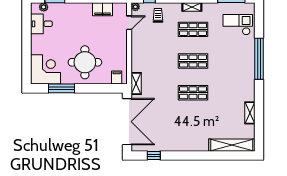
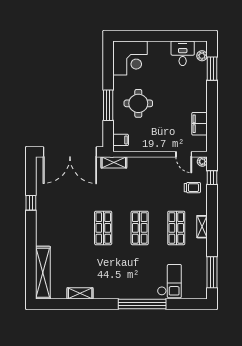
checkout: (238, 25) -> (169, 281), moved
round table: (85, 62) -> (138, 103), width x0.73, depth x0.73
window: (61, 88) -> (108, 105), moved
window: (154, 155) -> (31, 203), moved

